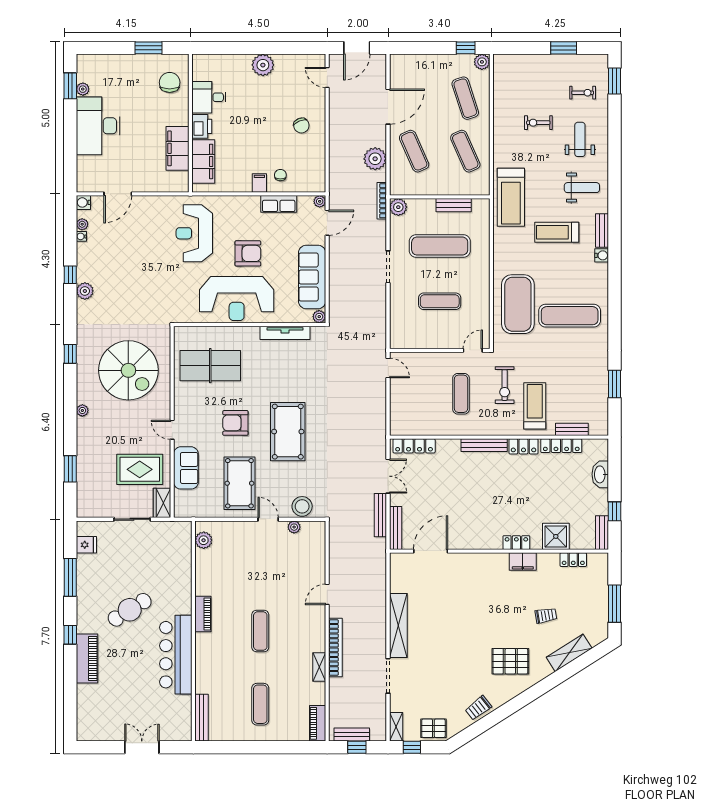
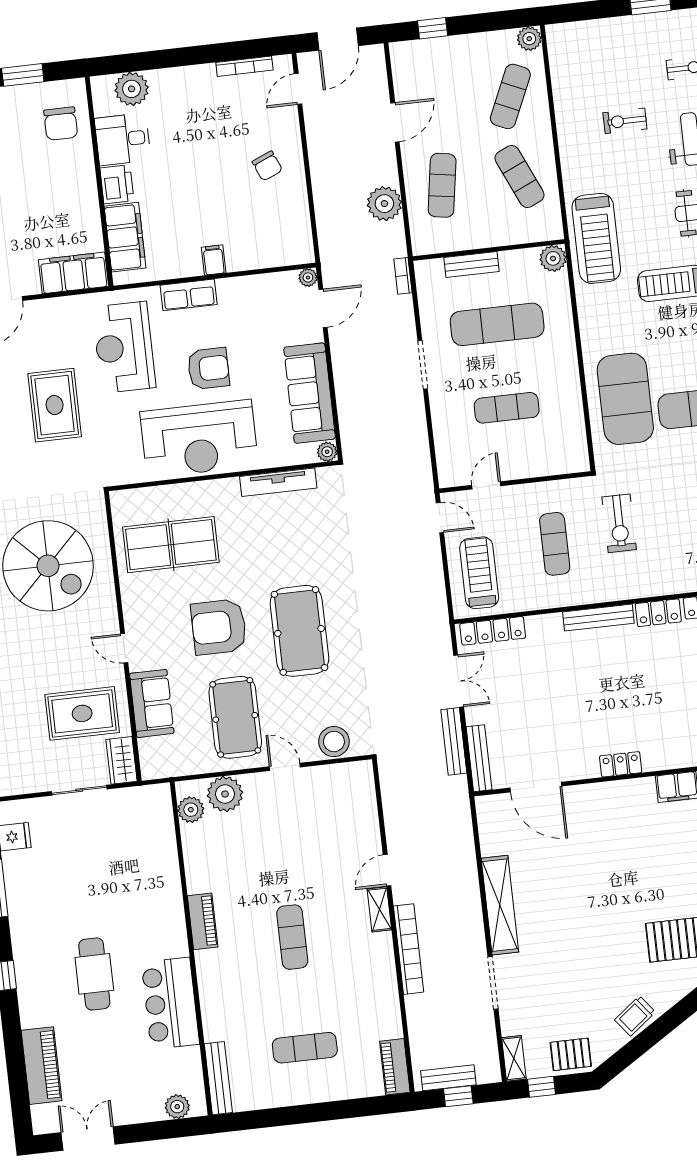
window: (466, 48) -> (433, 28), moved
bookcase: (294, 59) -> (244, 66), added
plant: (263, 65) -> (132, 89), moved
door: (327, 77) -> (298, 89), hinge flipped
chair: (170, 82) -> (61, 124), turned 180
exercise mat: (465, 98) -> (510, 96), turned 42
door: (388, 107) -> (395, 122), width x0.73
filing cabinet: (177, 148) -> (74, 273), moved, turned 90
exercise mat: (414, 151) -> (442, 185), turned 33
chair: (280, 175) -> (244, 245), removed
bookcase: (382, 201) -> (403, 276), width x0.64
row of seats: (279, 204) -> (189, 295), moved
bench: (454, 205) -> (472, 265), moved
plant: (398, 207) -> (553, 258), moved
rug: (145, 266) -> (55, 405), added
door: (473, 350) -> (486, 485), moved
treadmill: (535, 406) -> (479, 573), moved
armchair: (235, 423) -> (219, 627), width x1.36, depth x1.36
plant: (294, 527) -> (225, 794), moved, width x1.87, depth x1.87
locker: (516, 543) -> (621, 764), moved
door: (431, 551) -> (536, 787), swing flipped
cafe table: (130, 610) -> (94, 974), moved, turned -58
bar counter: (176, 655) -> (170, 1003), width x0.73
piano: (87, 659) -> (42, 1066), moved
shelving: (319, 667) -> (379, 909), moved
exercise mat: (260, 704) -> (305, 1048), turned 90
plant: (173, 733) -> (177, 1107), added
double door: (142, 747) -> (88, 1138), moved

